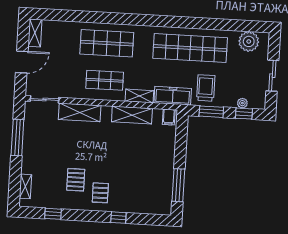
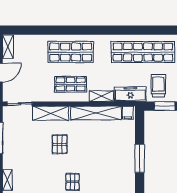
shelving: (132, 115) -> (96, 113), width x1.47
pallet: (76, 180) -> (60, 144), moved
window: (178, 185) -> (140, 158), moved

